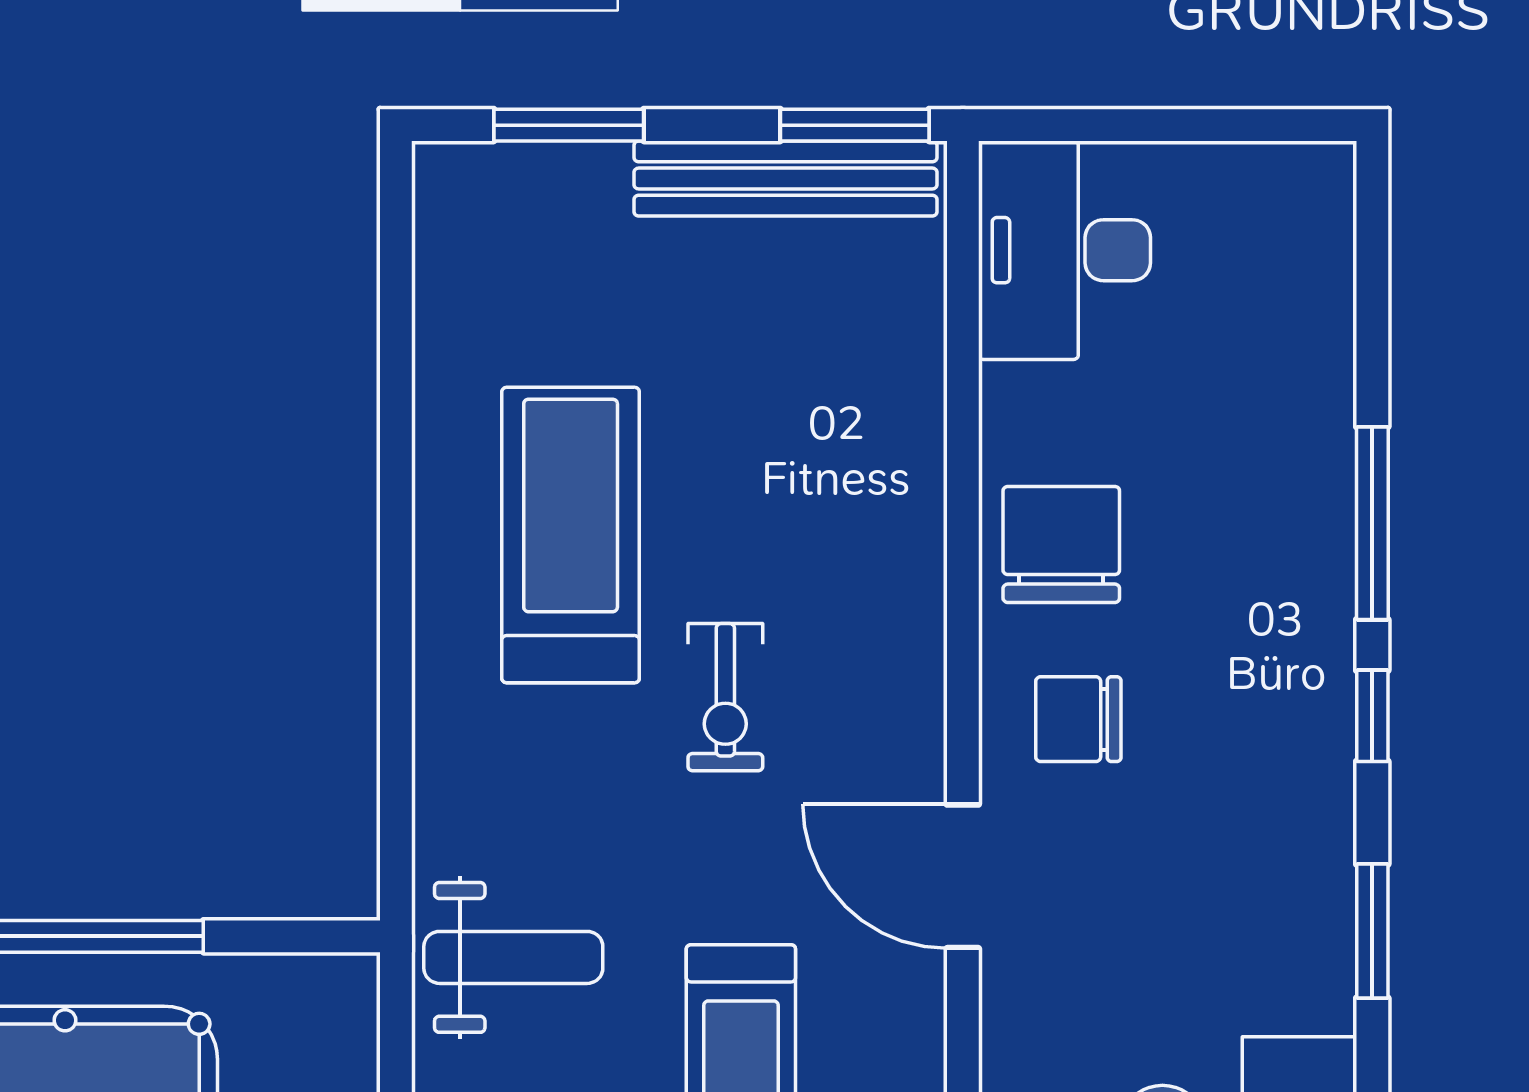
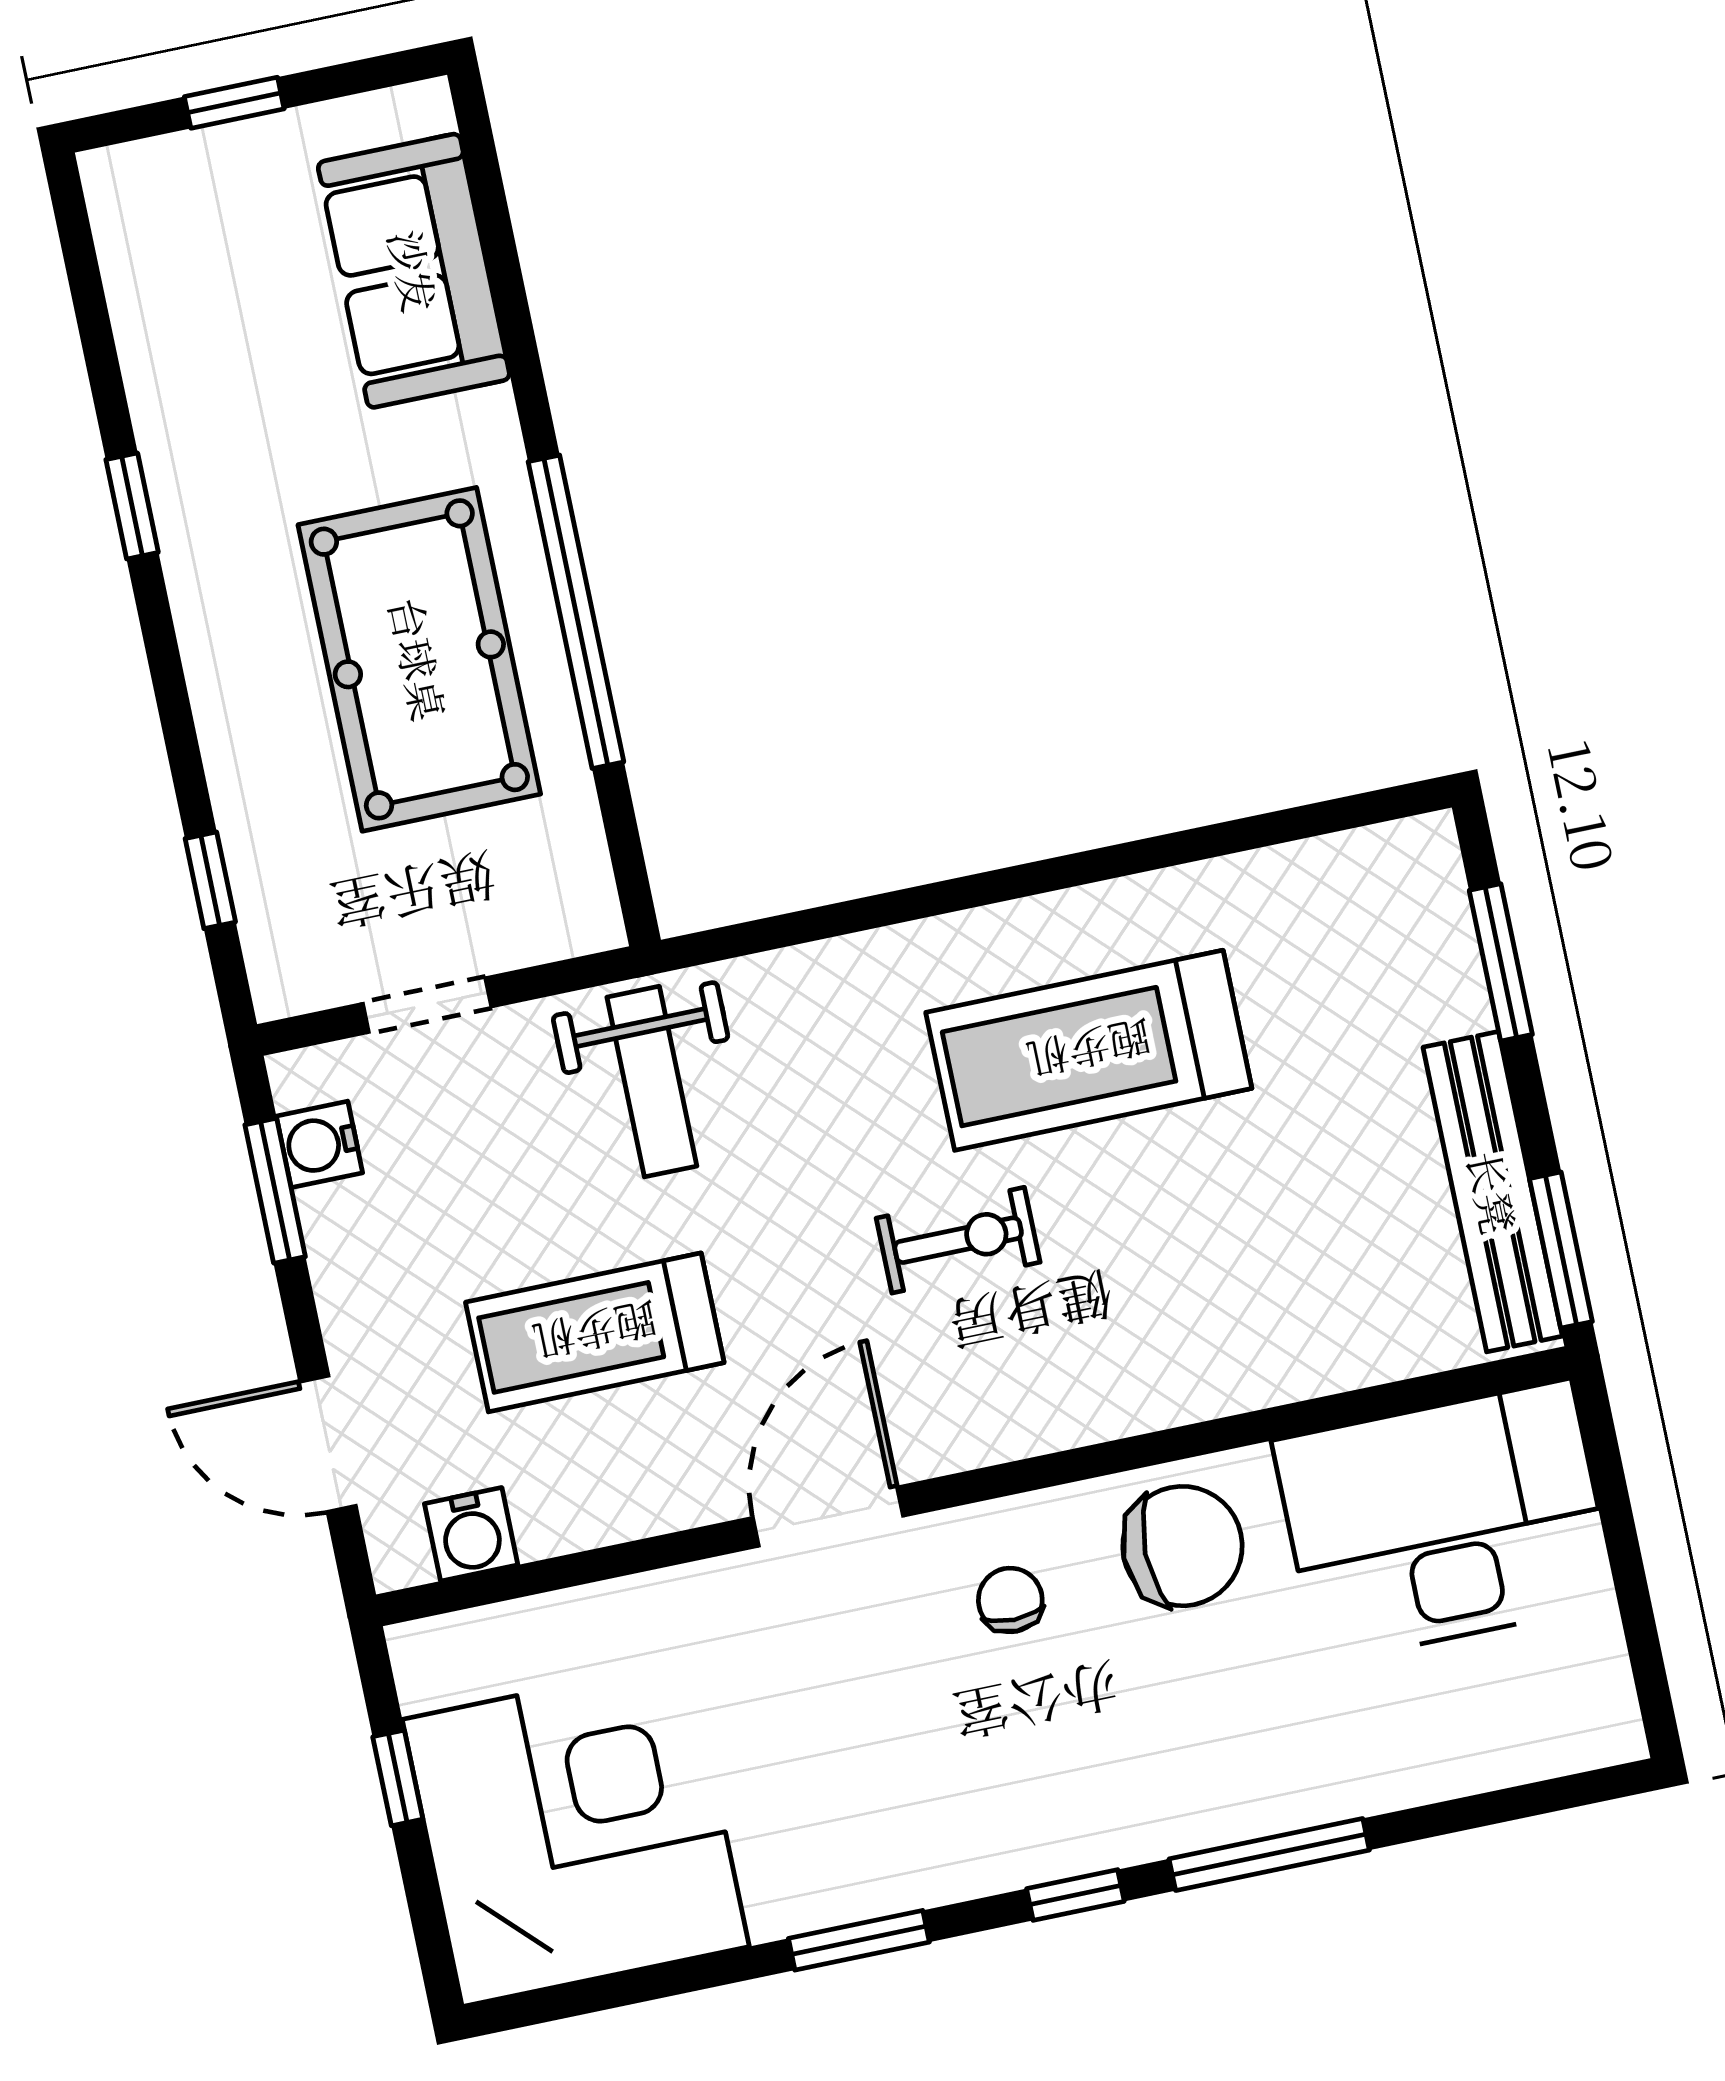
desk: (1064, 250) -> (1445, 1522), width x1.36, depth x1.30
treadmill: (571, 535) -> (1089, 1050), turned 180
exercise bike: (725, 697) -> (958, 1240), turned 180
chair: (1078, 719) -> (1010, 1600), width x0.73, depth x0.73

